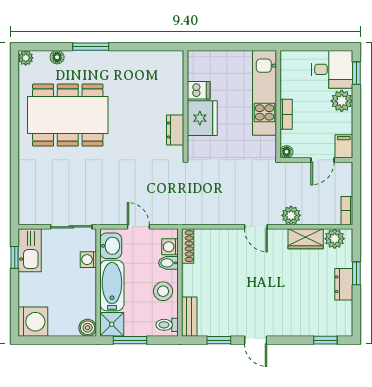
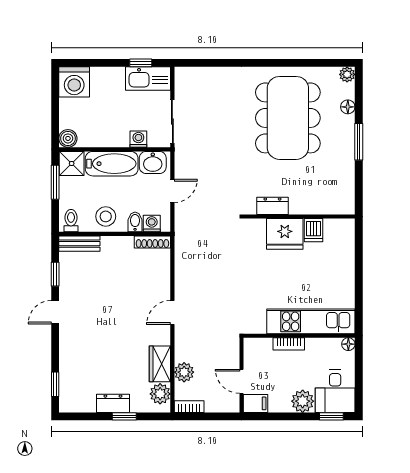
dishwasher: (199, 90) -> (314, 230), moved
wall: (185, 104) -> (299, 217), moved
fridge: (202, 118) -> (285, 234), moved
dresser: (175, 130) -> (272, 206), moved
floor lamp: (287, 152) -> (348, 344), moved
plant: (291, 215) -> (184, 372), moved

